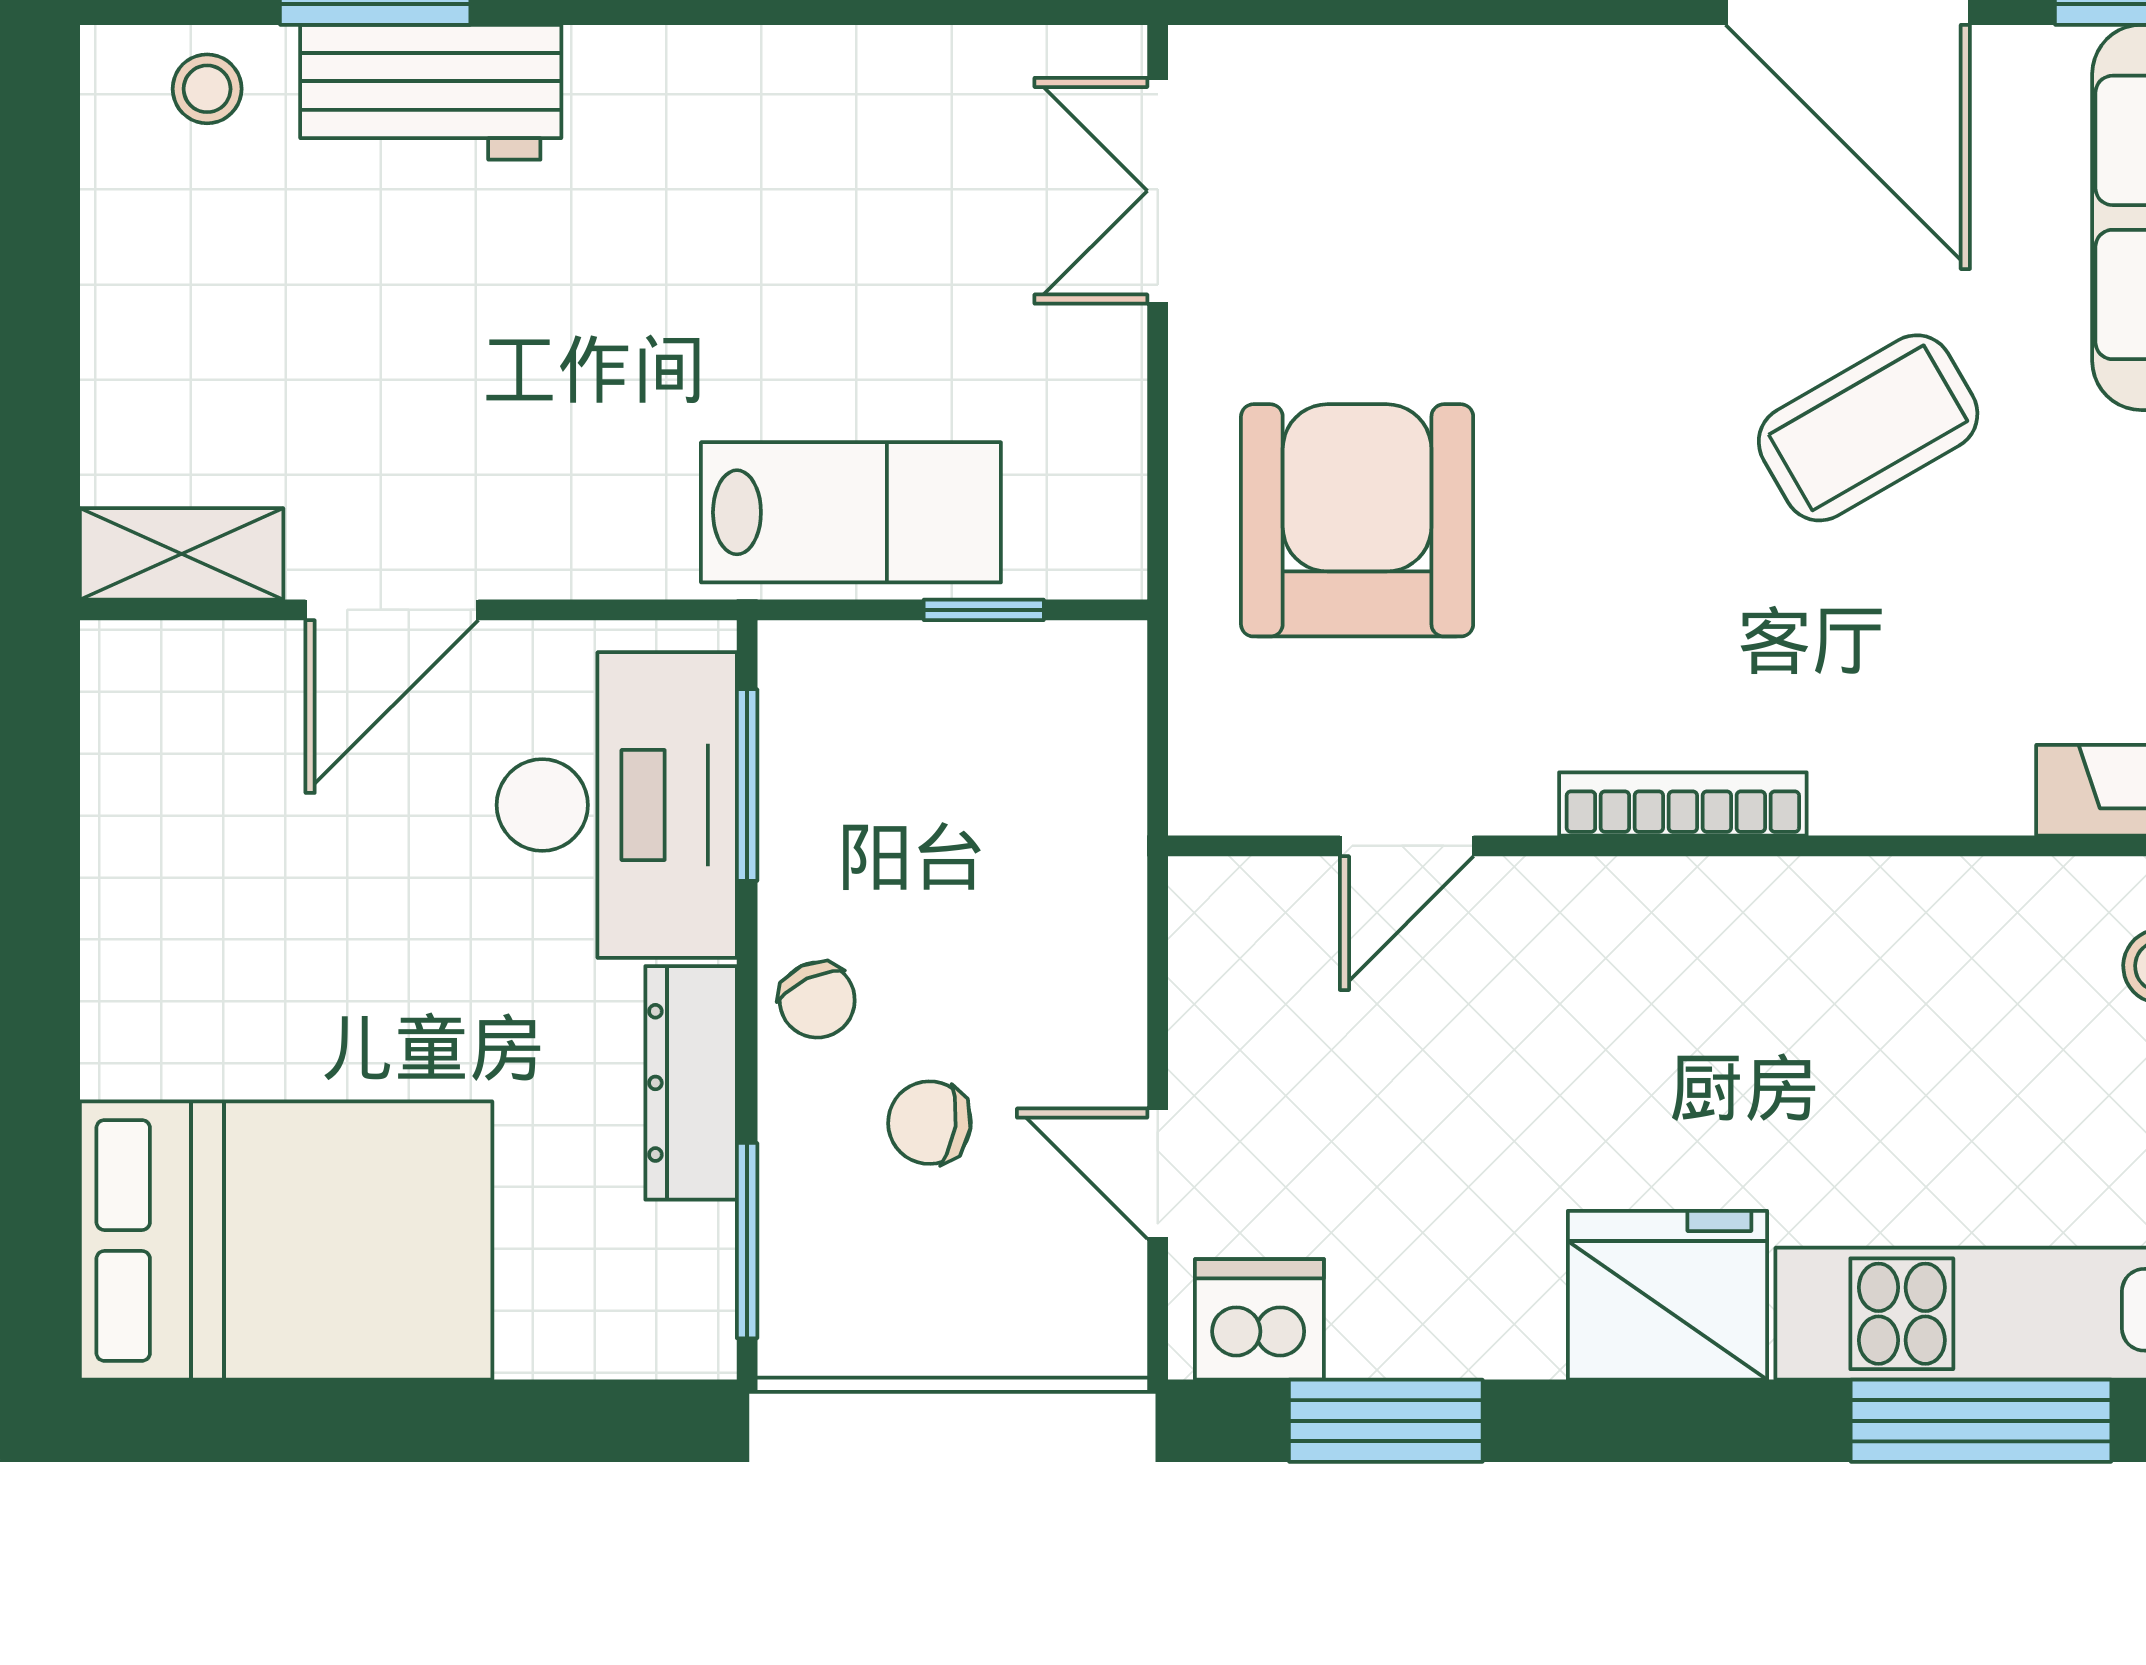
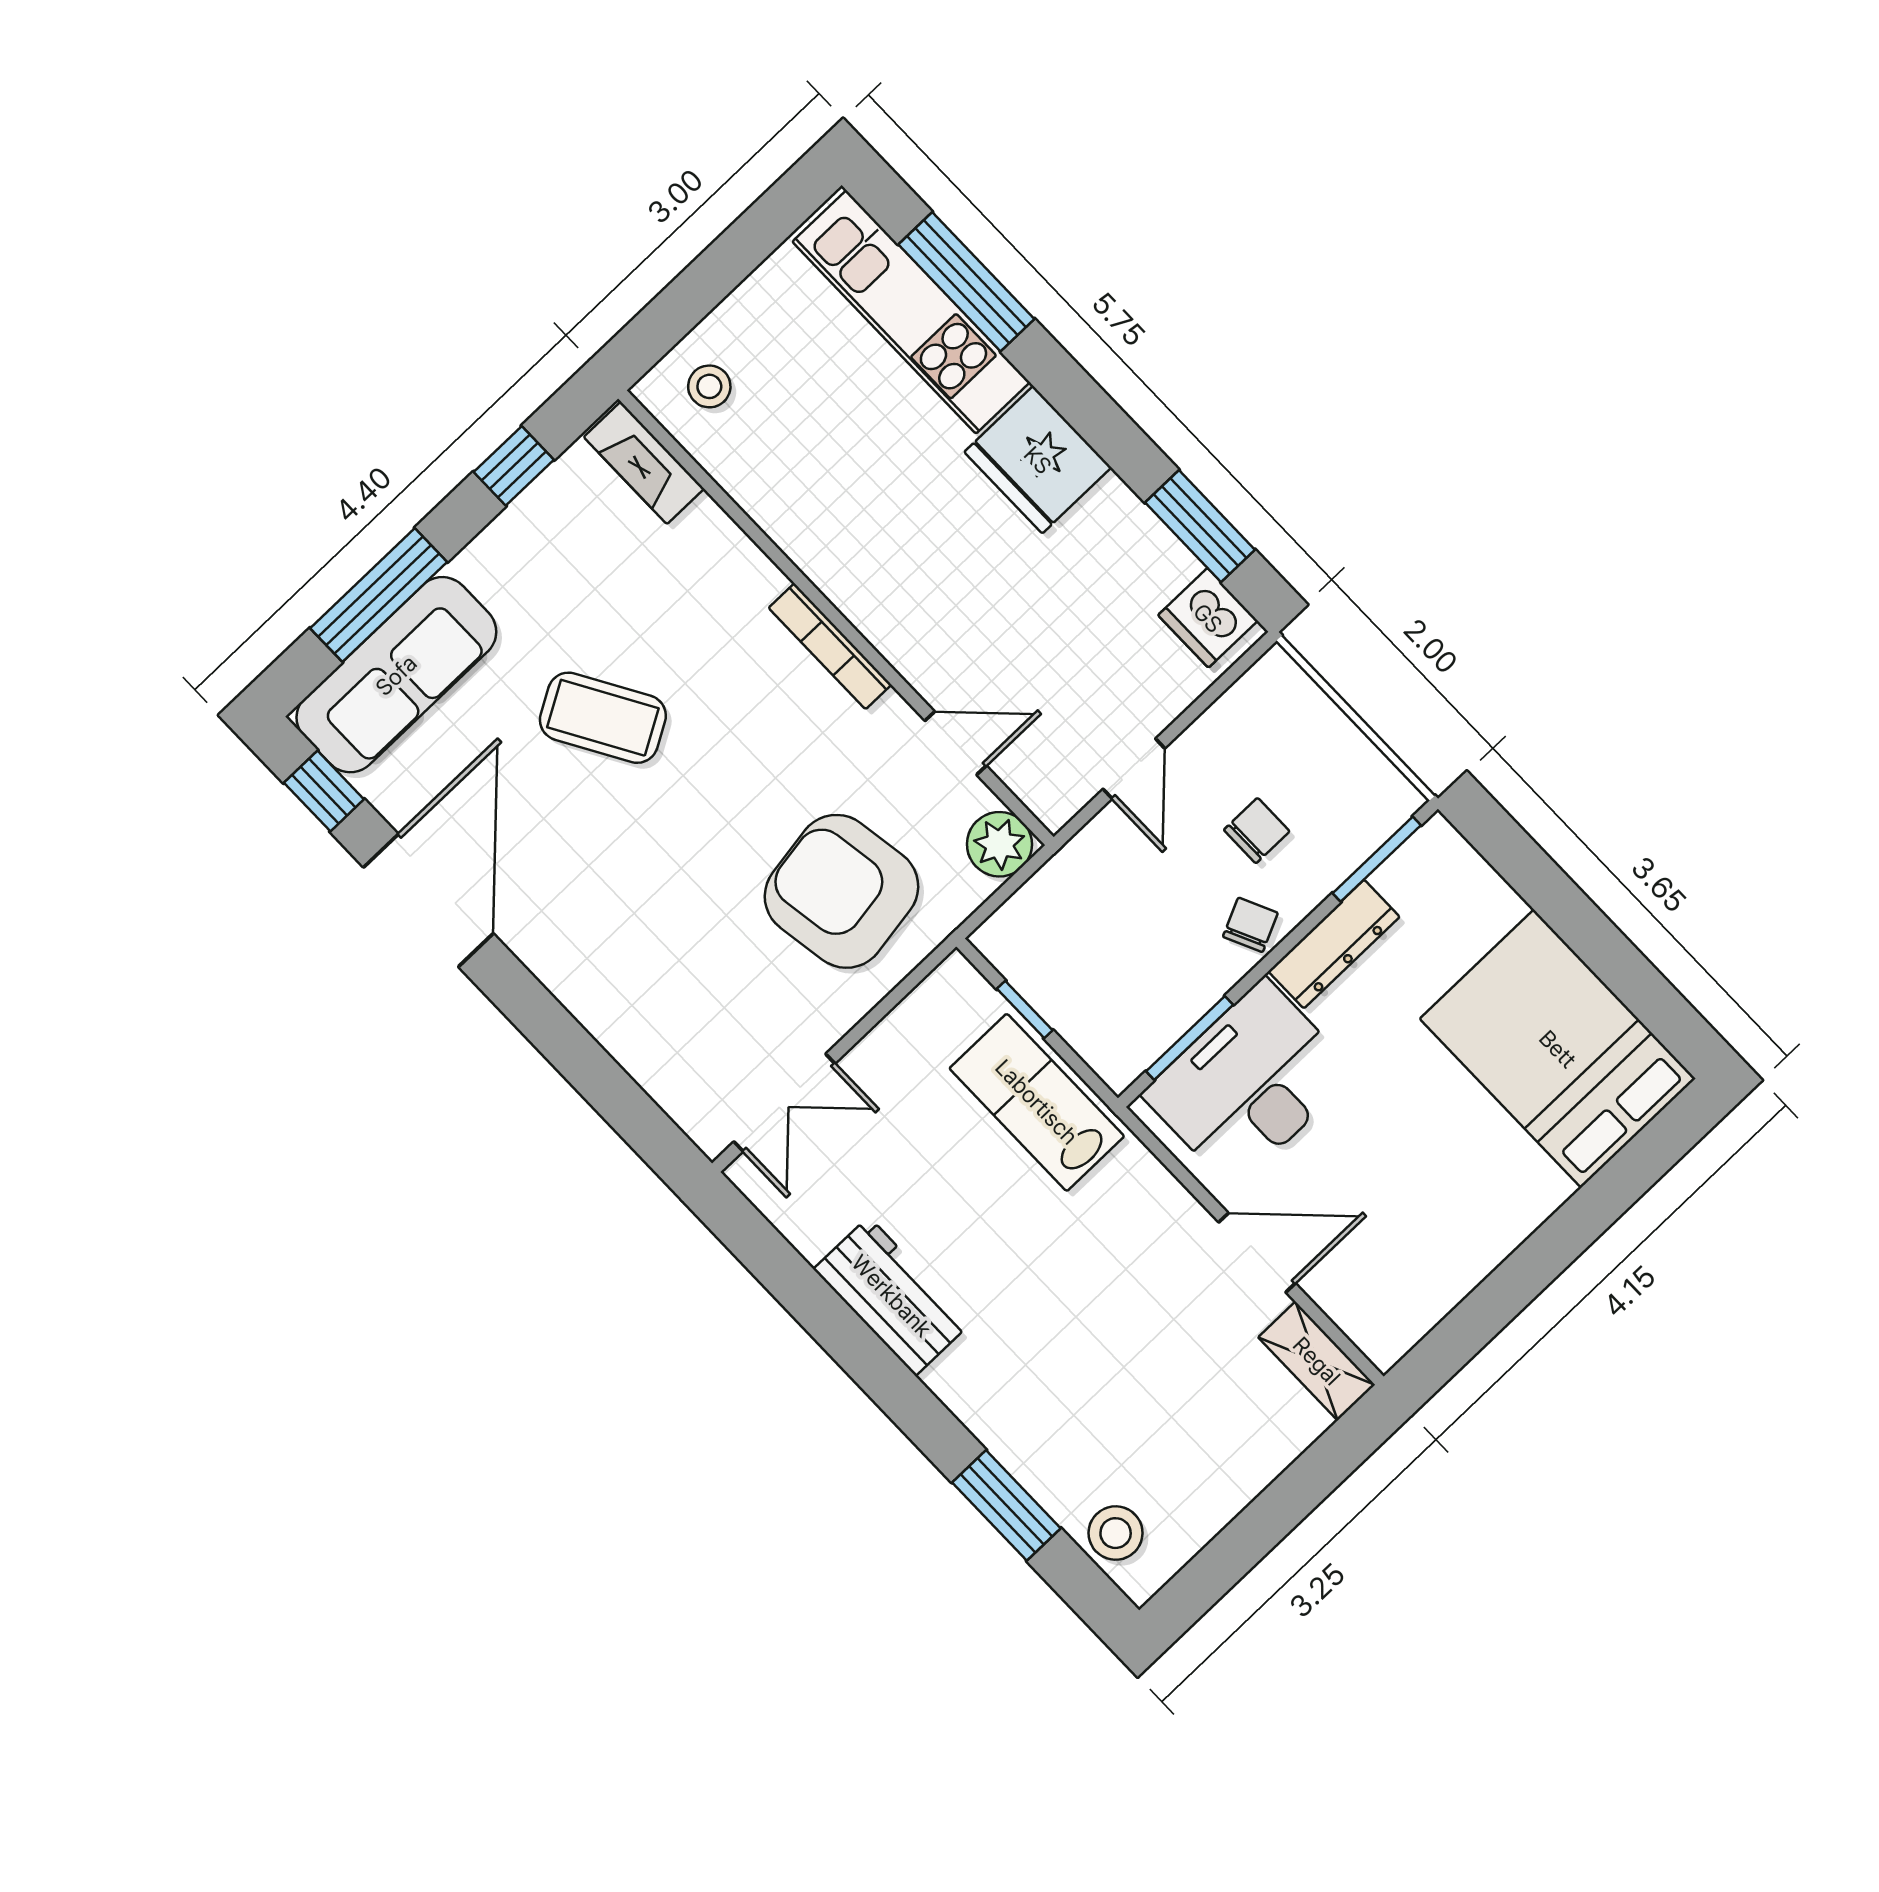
stool: (207, 89) -> (1116, 1533), width x1.37, depth x1.37
workbench: (431, 92) -> (892, 1296), moved
armchair: (1357, 520) -> (841, 891), turned 81
plant: (1225, 779) -> (999, 844), added
chair: (929, 1123) -> (1257, 831), turned -98
door: (1158, 1174) -> (1134, 769), moved

